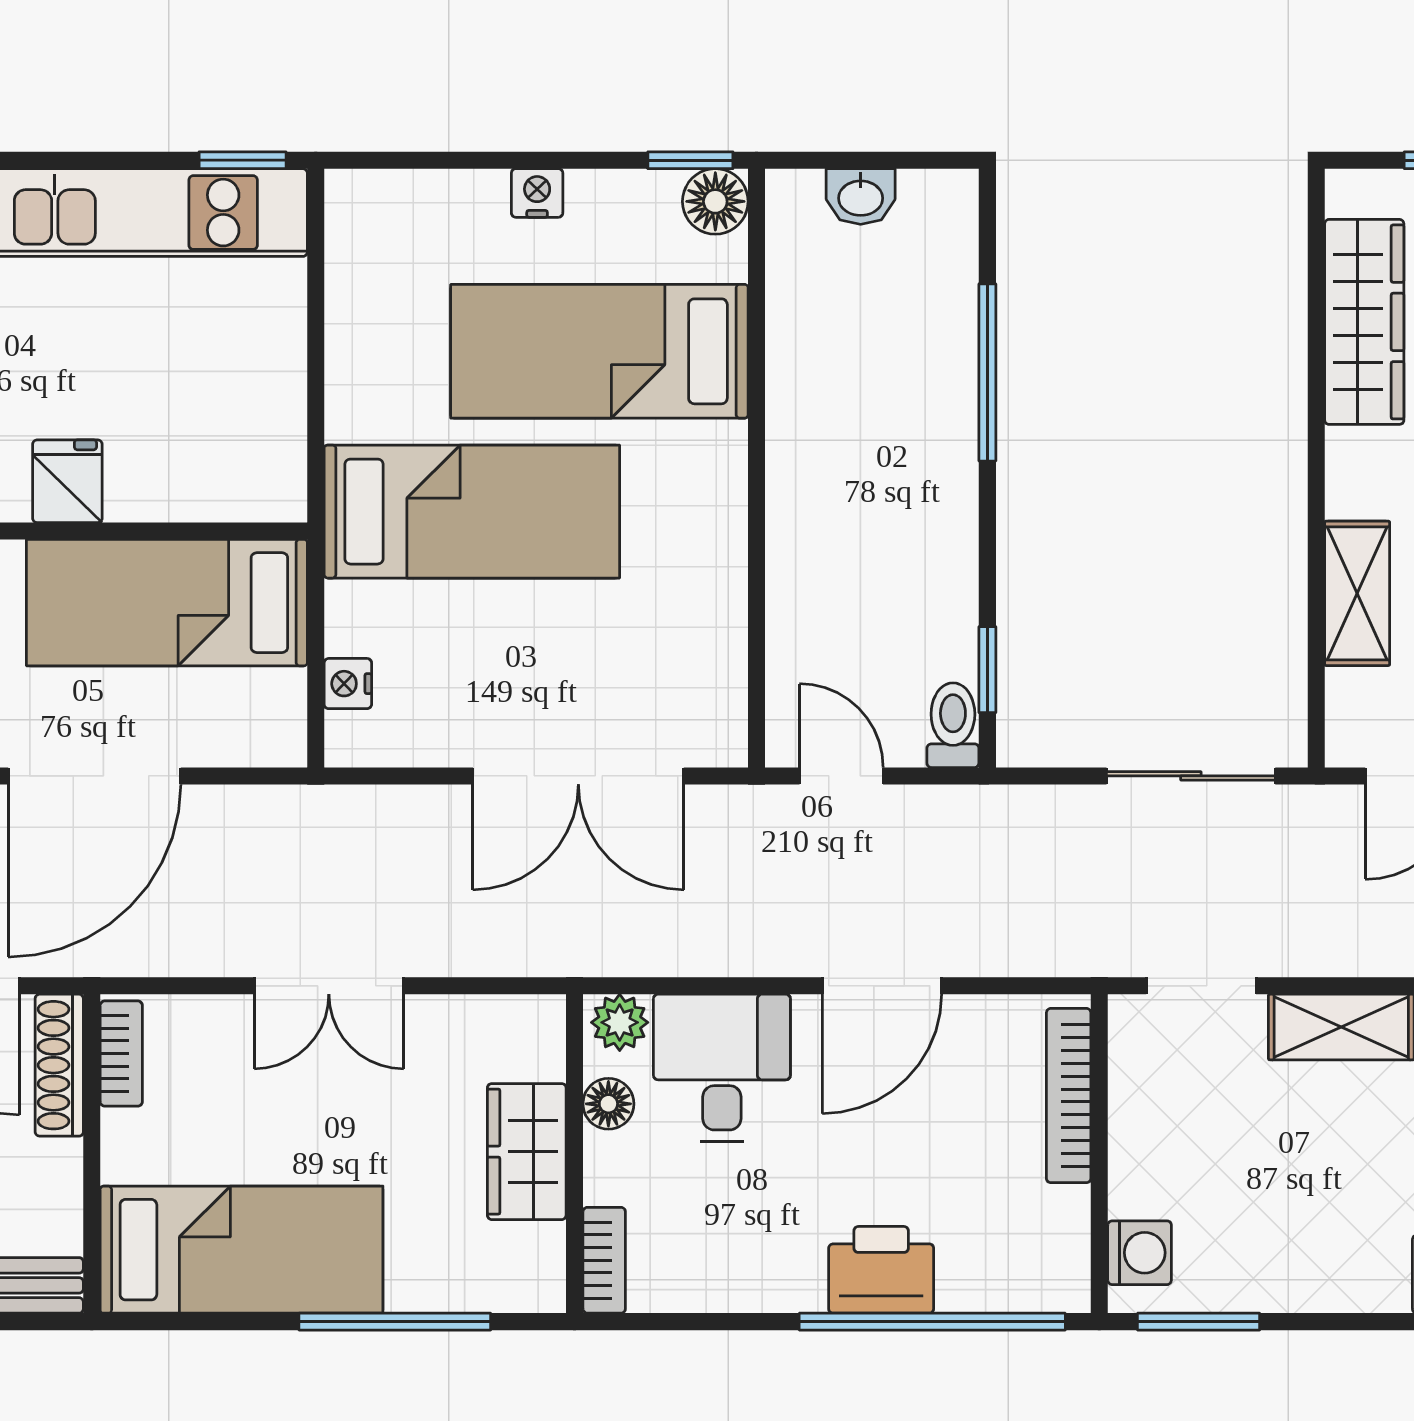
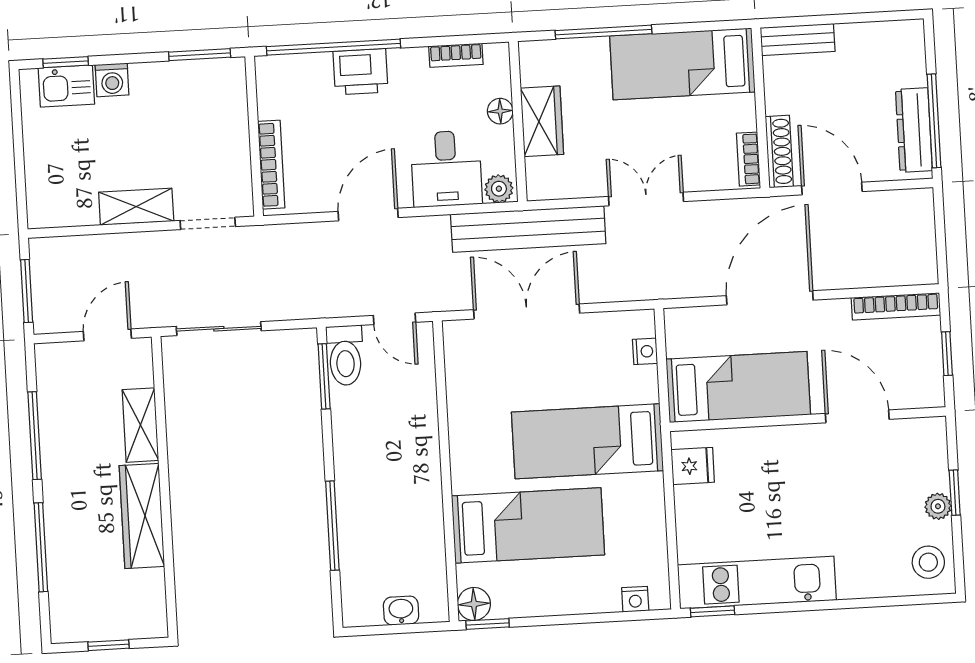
nightstand: (537, 193) -> (635, 599), moved
wardrobe: (1364, 322) -> (142, 516), moved
fridge: (67, 481) -> (693, 466), moved, turned -90
window: (987, 670) -> (324, 376), width x1.50
toilet: (953, 725) -> (345, 355), width x1.37, depth x1.39
bench: (566, 939) -> (528, 229), added
floor lamp: (608, 1104) -> (500, 111), moved
washing machine: (1140, 1253) -> (112, 80), moved, turned -90
bookcase: (604, 1260) -> (456, 55), moved, turned -90

